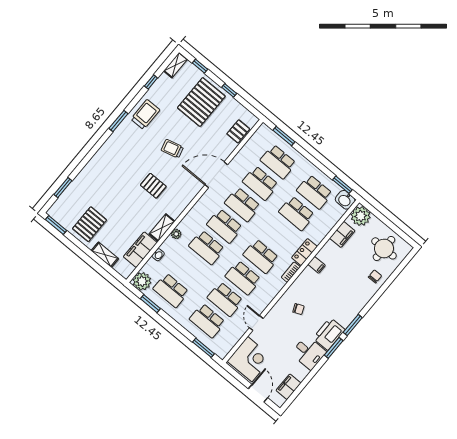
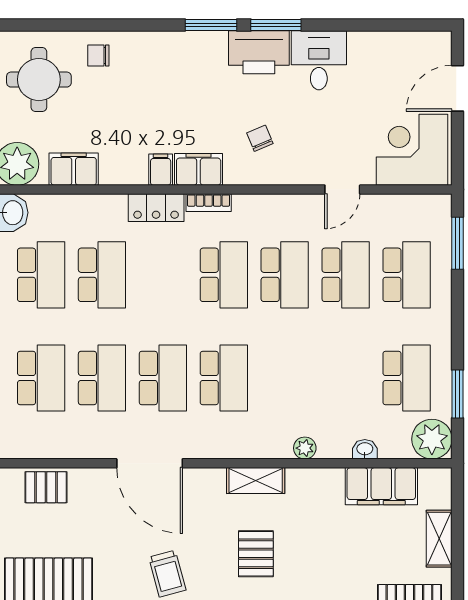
shelving: (162, 228) -> (256, 481), moved
school desk: (207, 247) -> (285, 378), removed
filing cabinet: (288, 387) -> (199, 169), moved, turned 180

